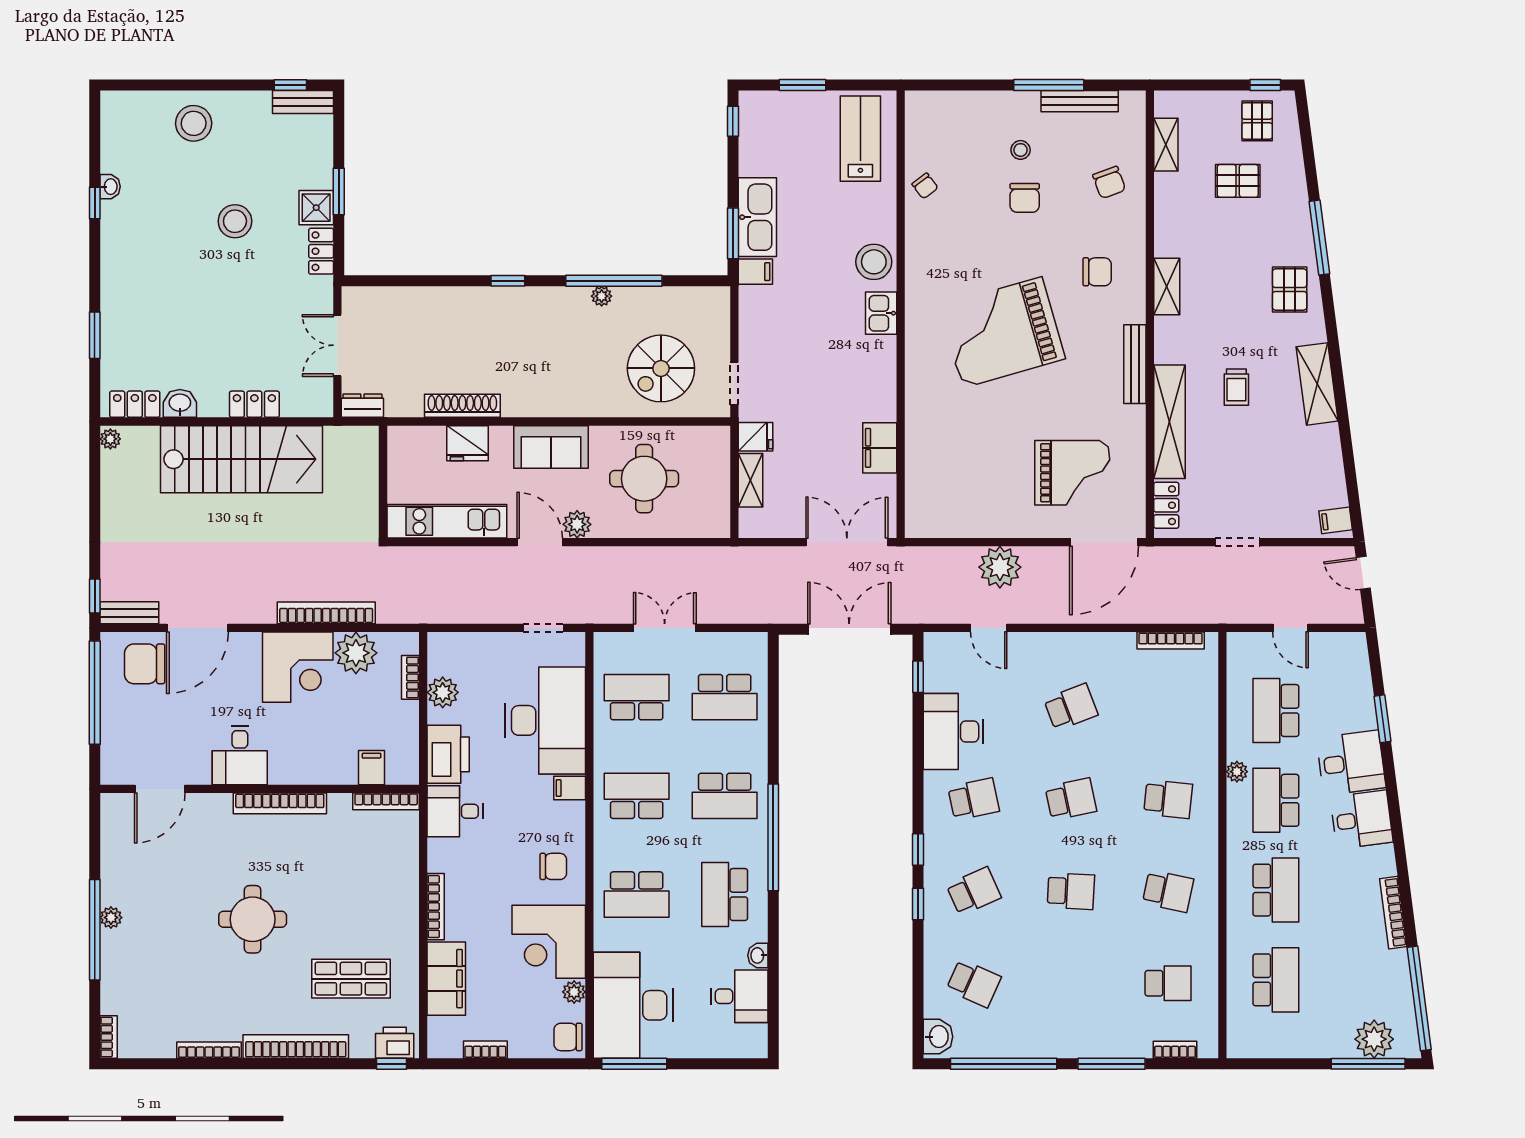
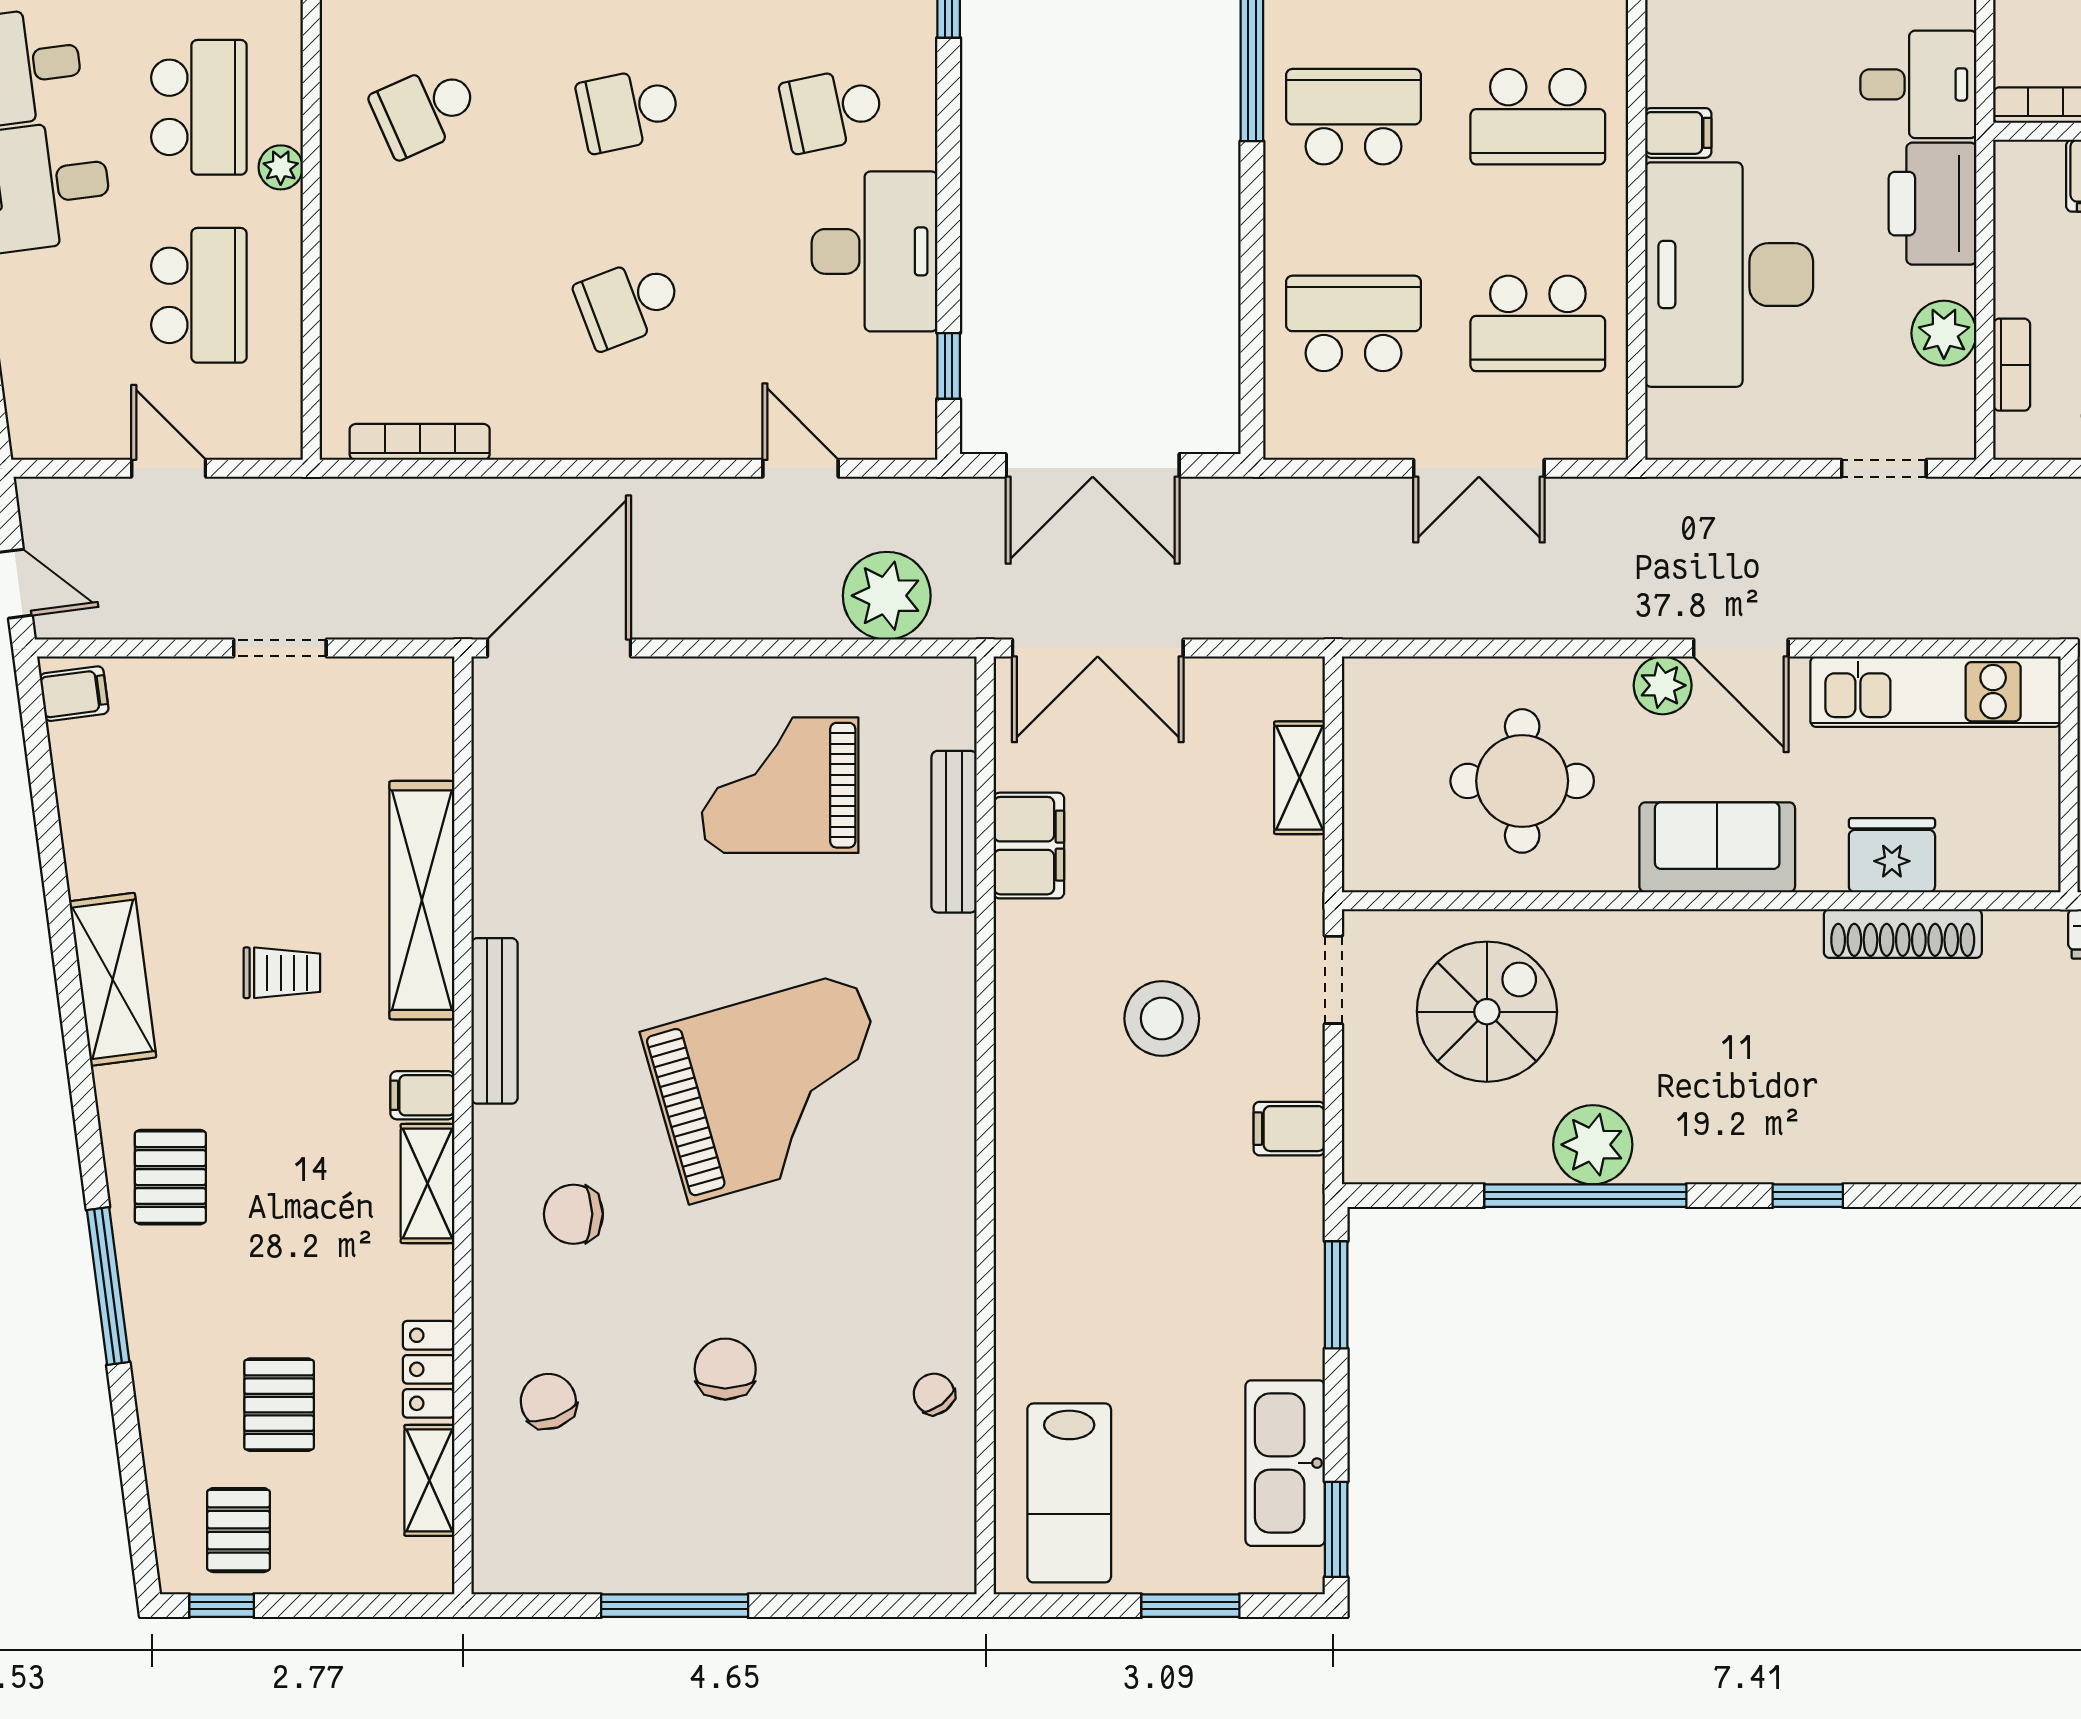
bench: (1080, 101) -> (954, 832), moved, turned 90
window: (733, 121) -> (1336, 1529), width x1.50
stool: (1021, 150) -> (734, 1469), removed
pallet: (1238, 181) -> (279, 1405), turned 90
kitchen sink: (757, 217) -> (1285, 1463), moved
stool: (874, 262) -> (1162, 1018), moved
filing cabinet: (755, 272) -> (1289, 1129), moved
plant: (602, 296) -> (1593, 1145), width x1.88, depth x1.88
kitchen sink: (881, 313) -> (1026, 1128), removed
filing cabinet: (1169, 329) -> (422, 1095), added
trolley: (1236, 387) -> (282, 973), turned 90
fridge: (756, 437) -> (1289, 869), removed
grand piano: (1072, 473) -> (780, 785), moved
locker: (1166, 505) -> (429, 1369), moved
plant: (1000, 567) -> (887, 596), moved
doorway: (544, 628) -> (1884, 468), moved
school desk: (1168, 799) -> (425, 110), turned -30

